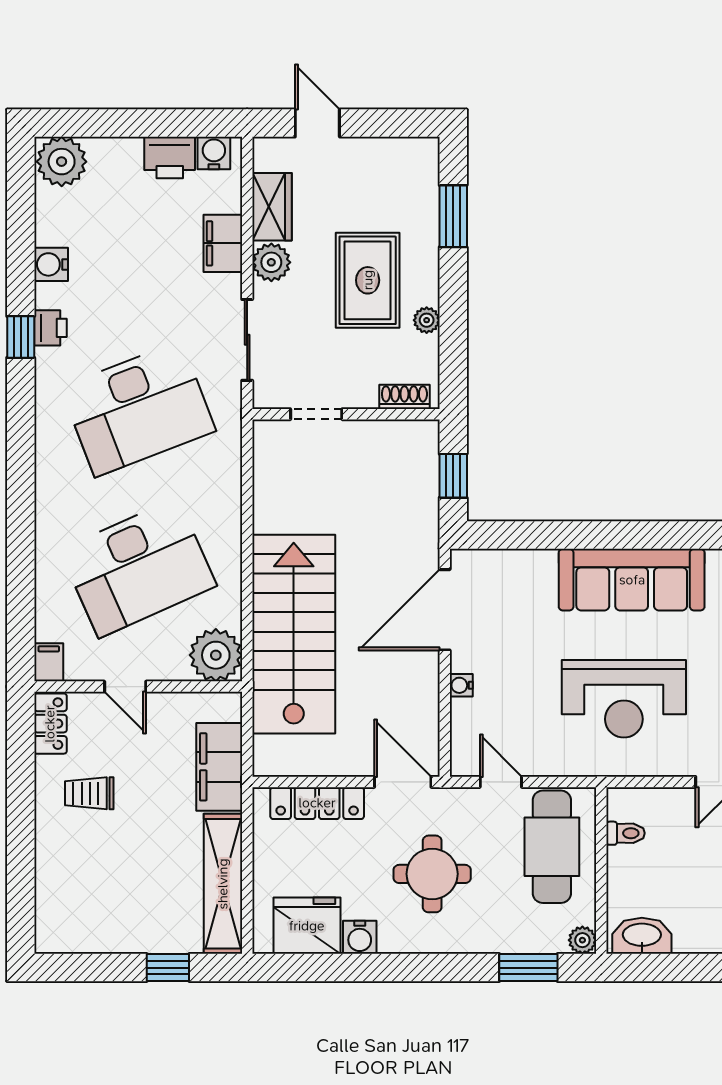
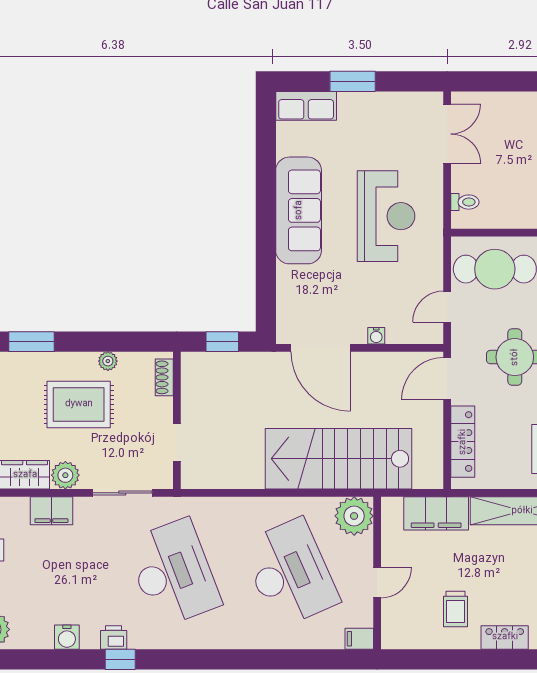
locker: (50, 724) -> (505, 637), moved
toilet: (625, 833) -> (465, 202), moved, turned 90

